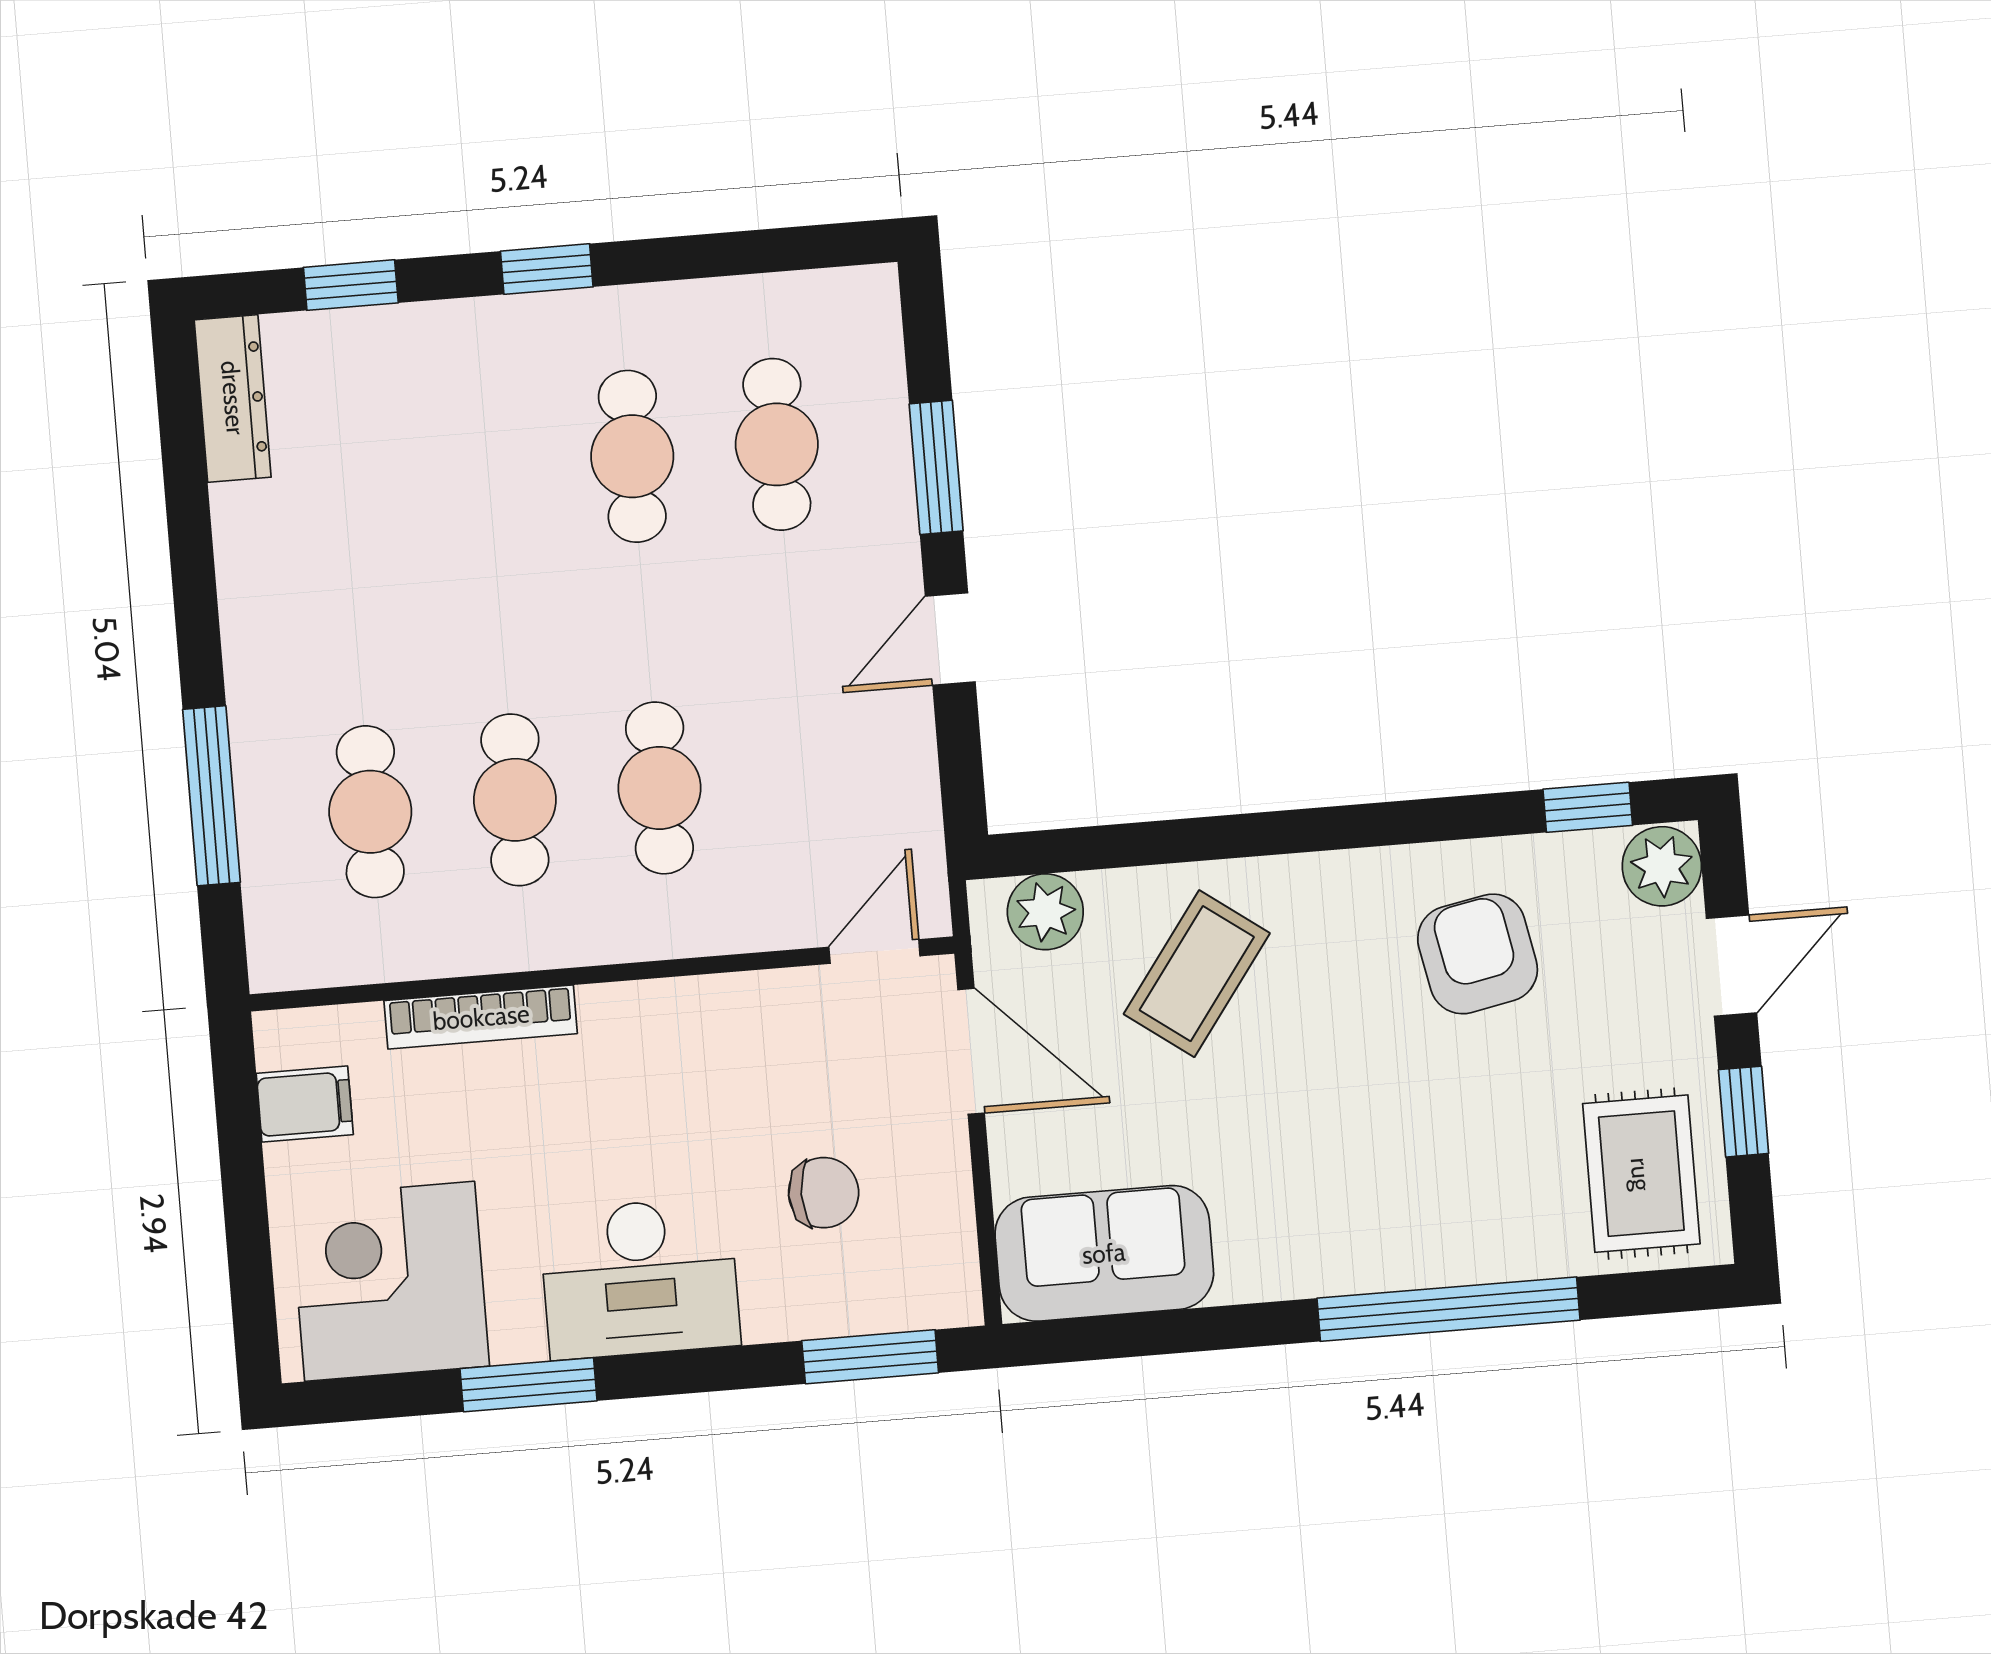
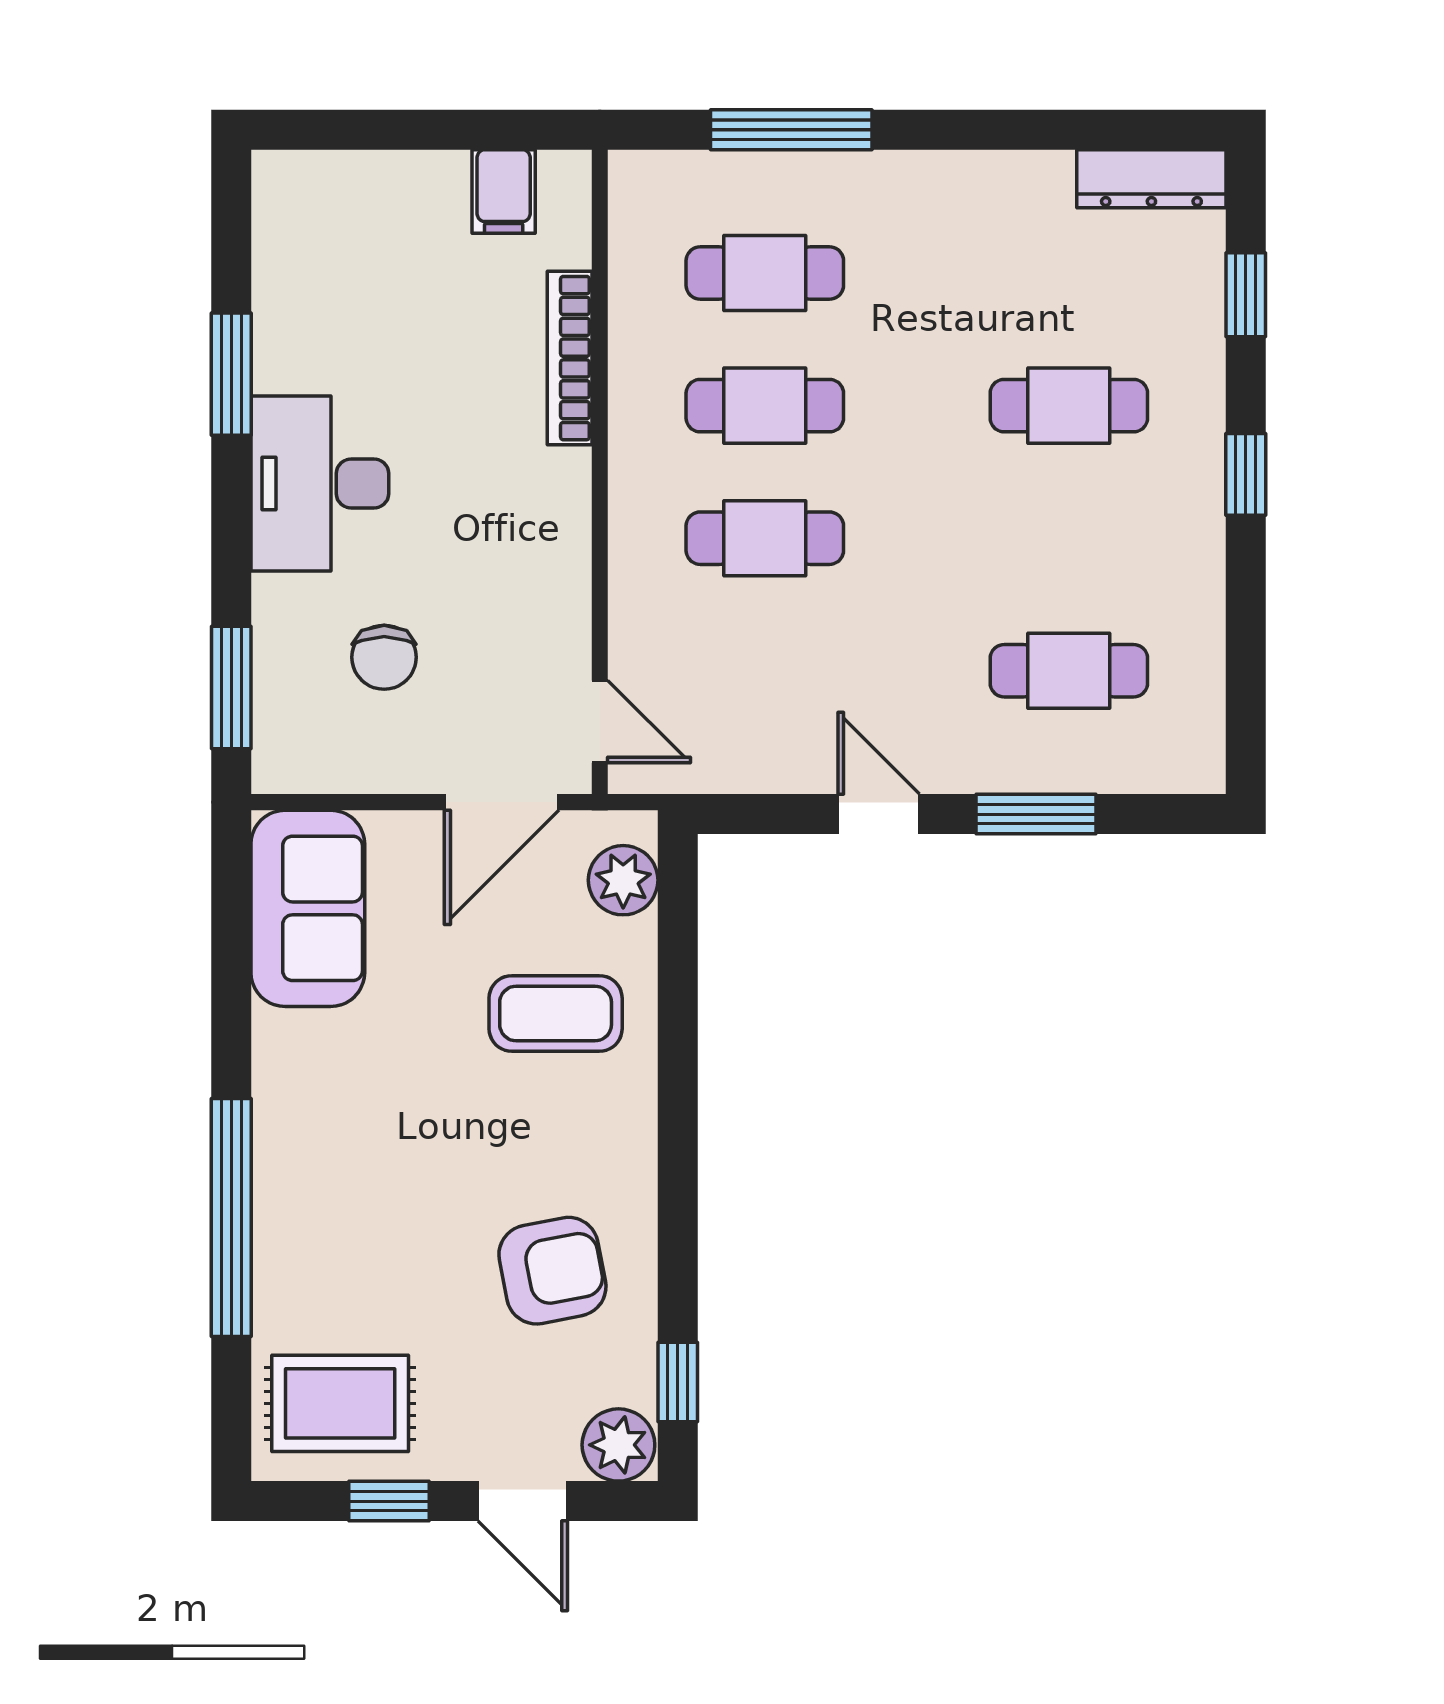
cafe table: (632, 456) -> (1069, 406), moved
coffee table: (1197, 974) -> (556, 1013), turned -36
corner desk: (390, 1281) -> (336, 256), removed

